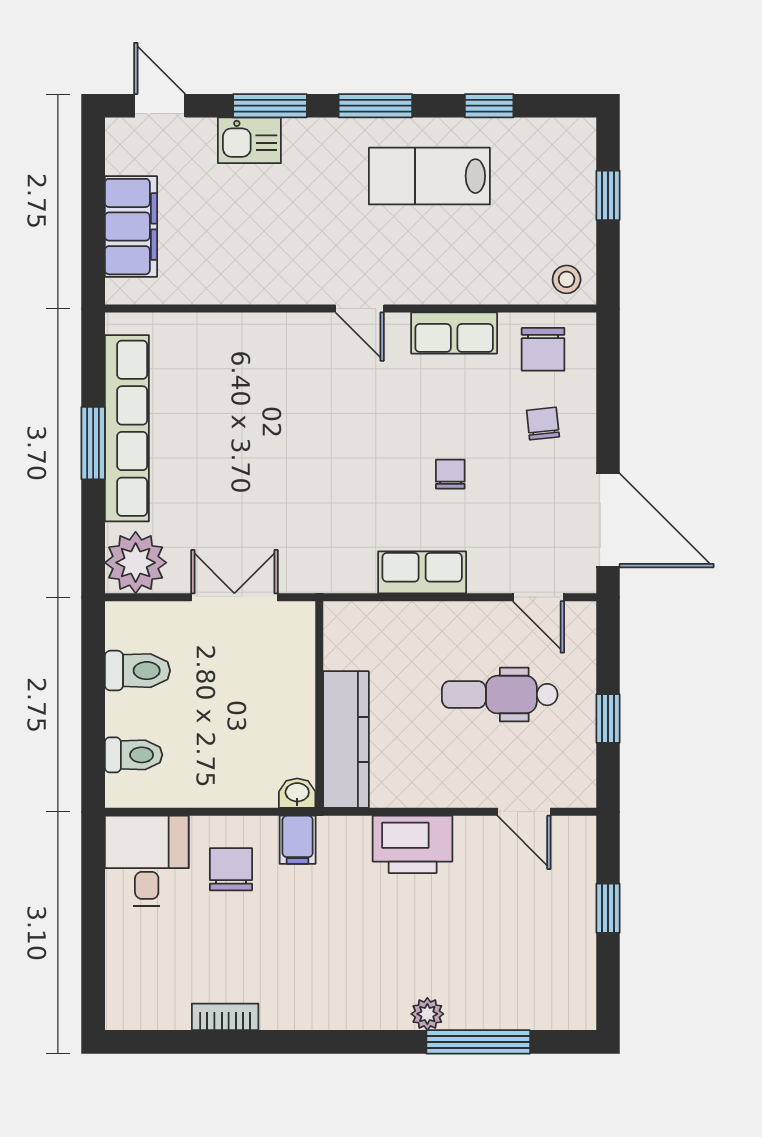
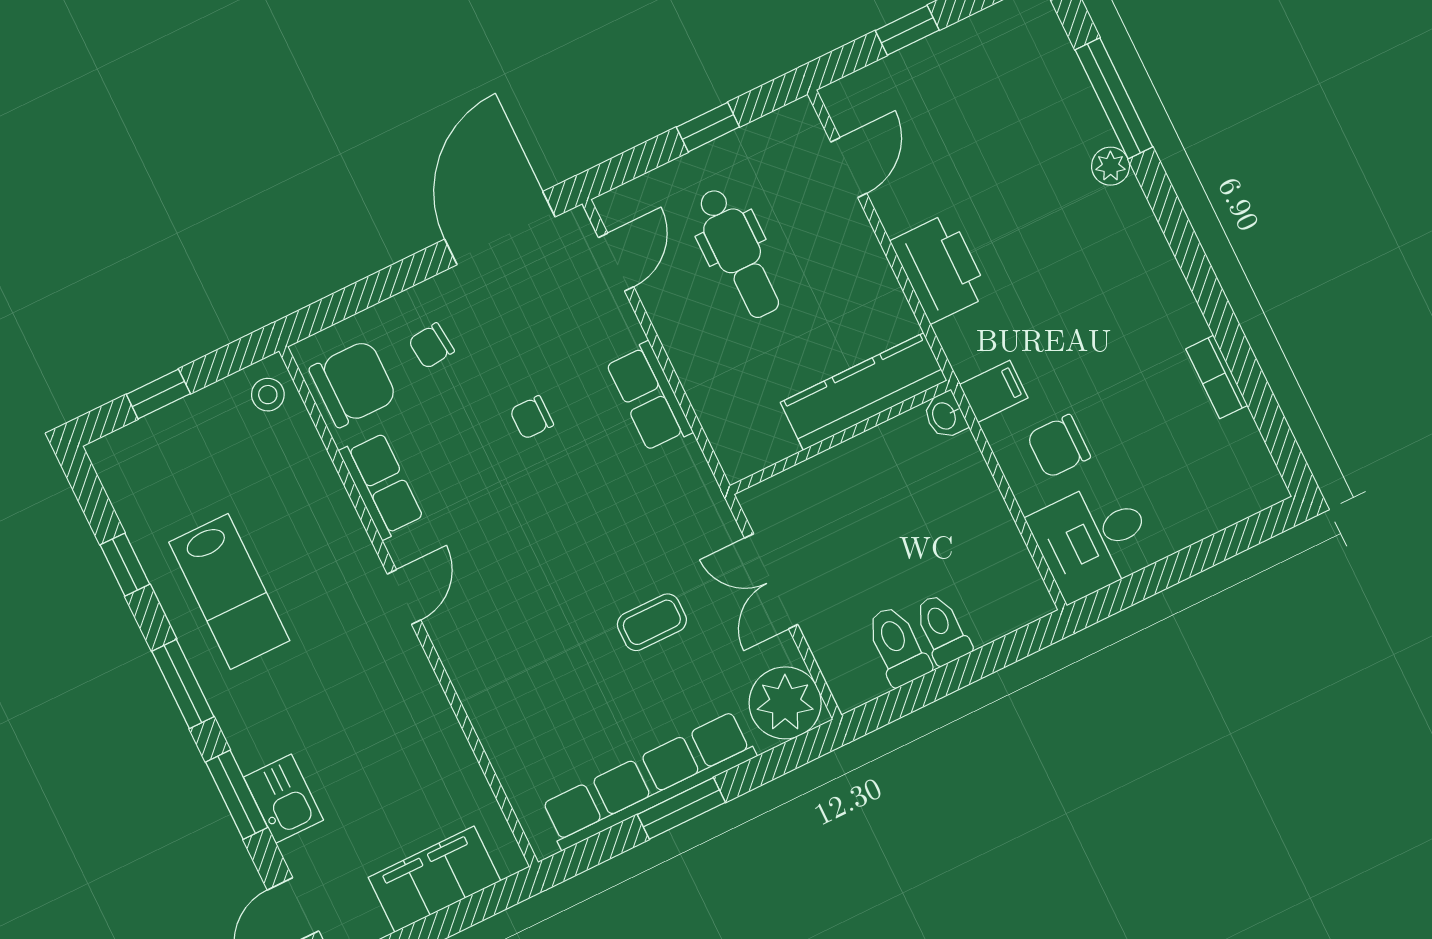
chair: (543, 349) -> (353, 384), width x1.37, depth x1.37
coffee table: (247, 490) -> (652, 622), added
toilet: (134, 755) -> (942, 629), moved

